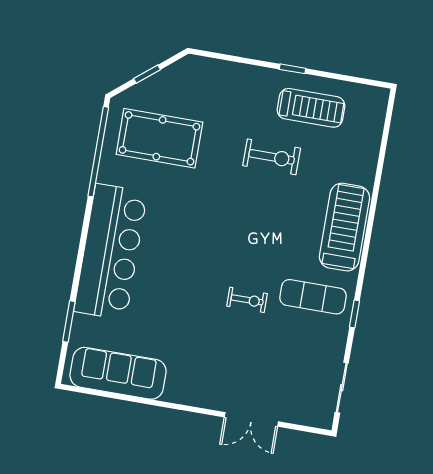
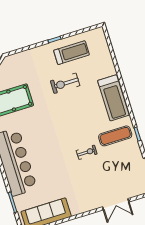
exercise bike: (272, 157) -> (65, 83), turned 180
treadmill: (344, 227) -> (113, 98), turned 180

